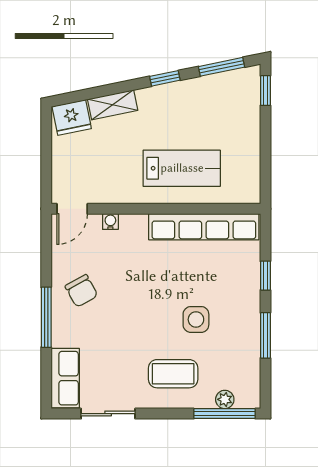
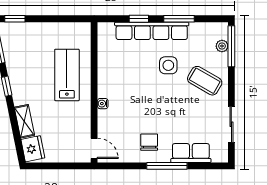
water cooler: (110, 222) -> (103, 104), moved
row of seats: (204, 227) -> (152, 31), moved, turned 90
chair: (81, 291) -> (149, 142), turned -61
coffee table: (173, 374) -> (205, 81), turned -60
row of seats: (65, 378) -> (191, 153), moved

